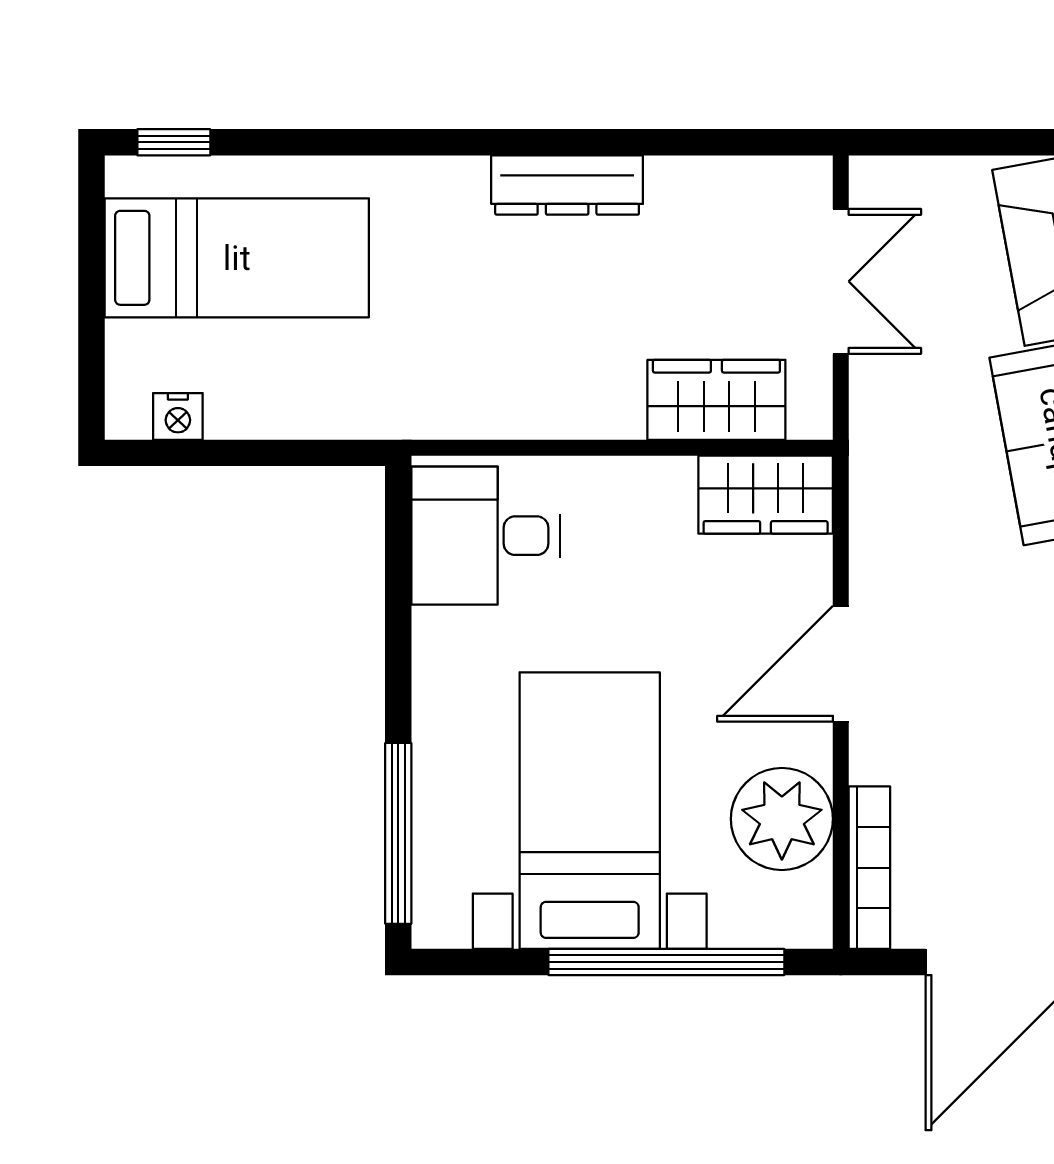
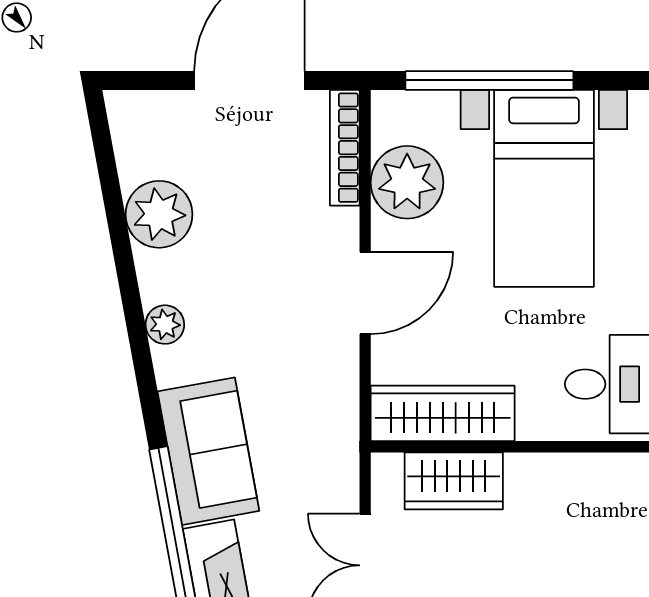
wardrobe: (766, 495) -> (443, 413), width x1.50

